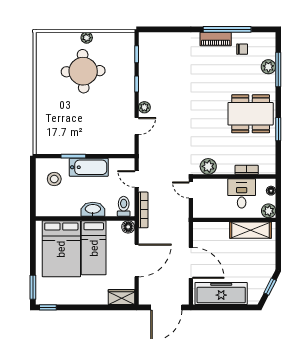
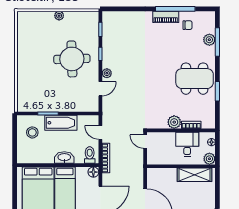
round table: (83, 71) -> (72, 59), moved
plant: (208, 166) -> (174, 122), moved

